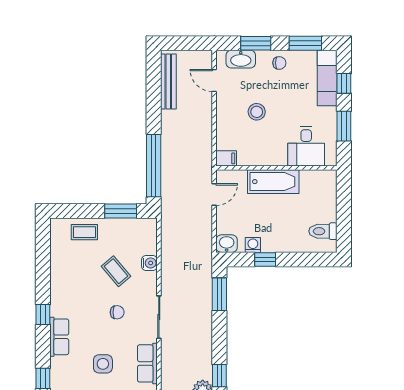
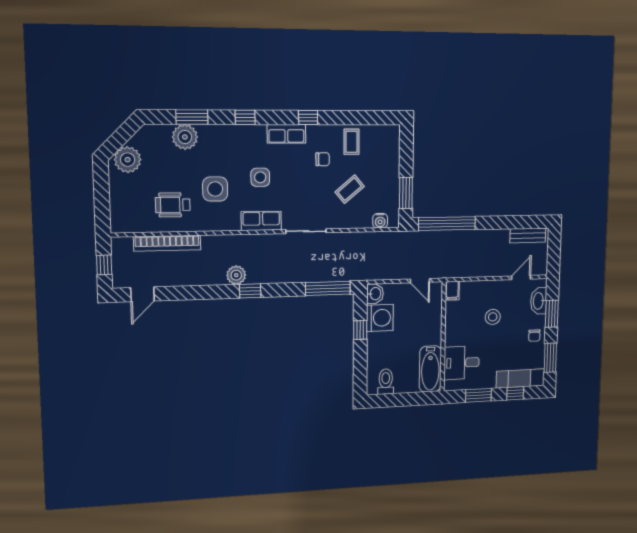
bench: (168, 81) -> (528, 235), width x0.73
bathtub: (273, 182) -> (430, 369), moved
coffee table: (84, 232) -> (352, 142), moved
washing machine: (253, 245) -> (380, 318), width x1.89, depth x1.89
water cooler: (149, 263) -> (380, 221), moved
window: (219, 294) -> (328, 288), width x1.44
chair: (117, 312) -> (323, 159), moved, turned -90

